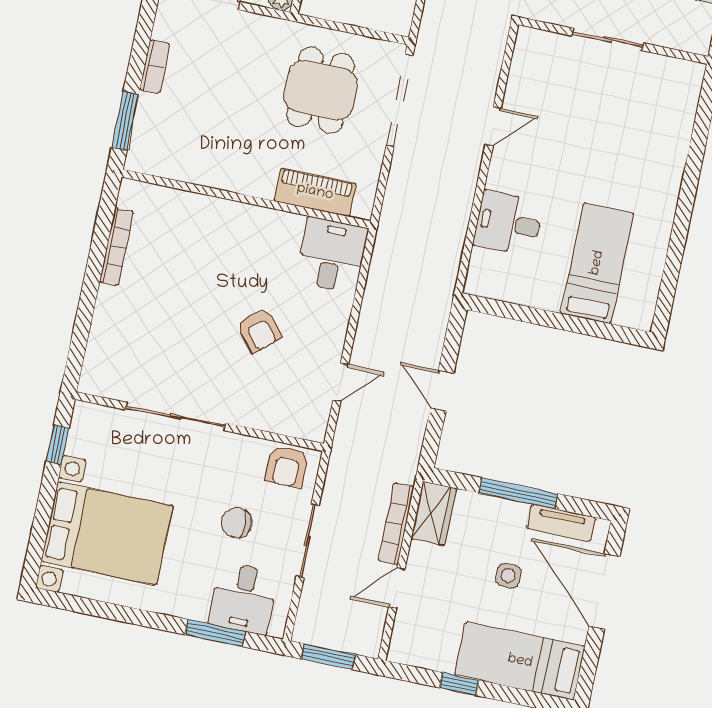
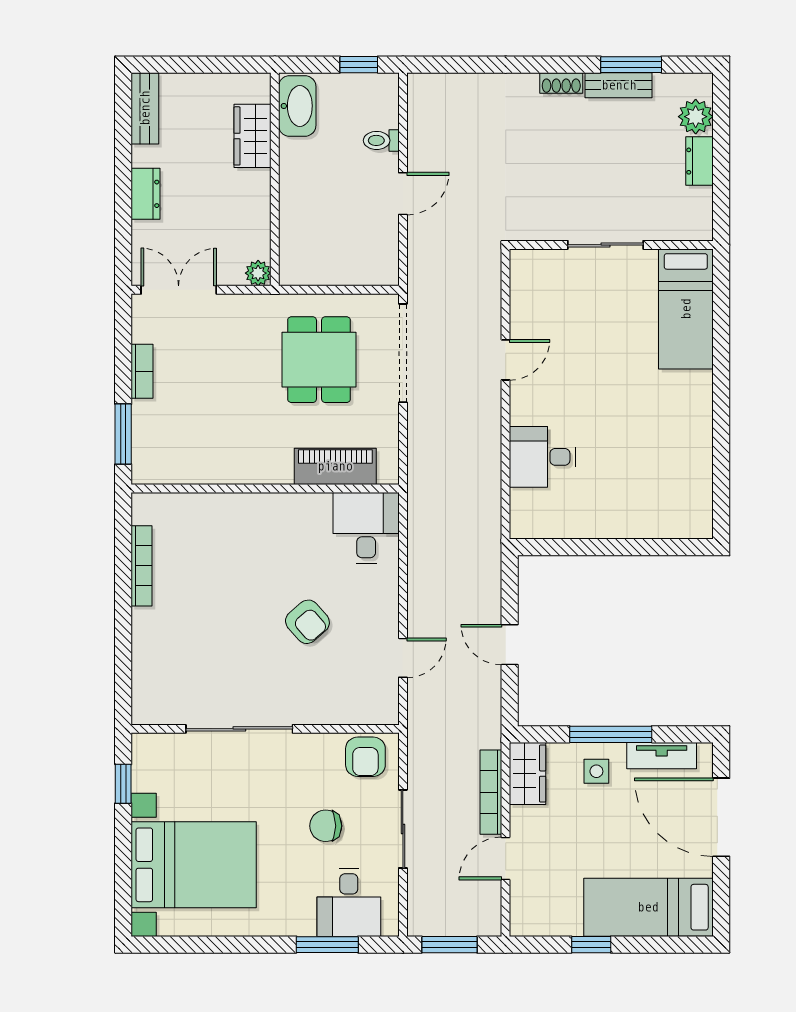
bed: (597, 263) -> (686, 309), moved, turned 180
side table: (508, 576) -> (596, 771), moved

